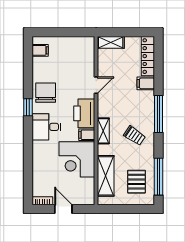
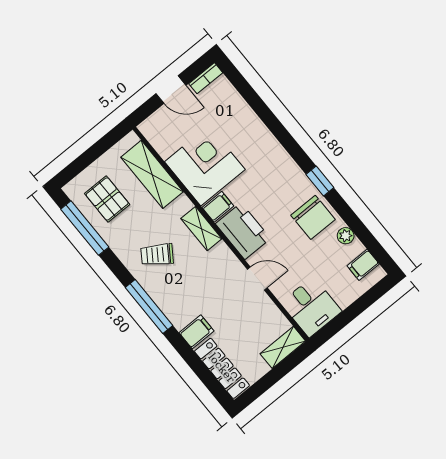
plant: (37, 71) -> (346, 236), added
door: (96, 85) -> (257, 278), swing flipped
desk: (46, 127) -> (311, 307), moved, turned 90

